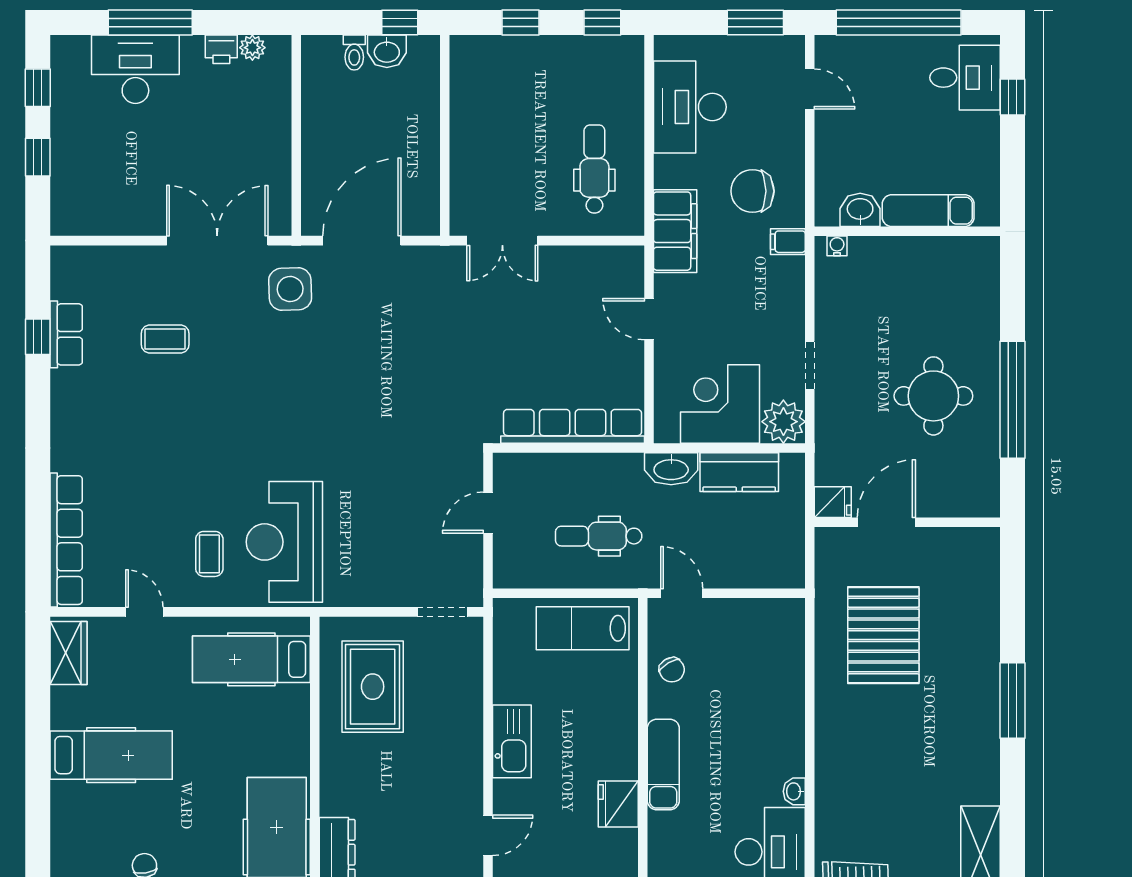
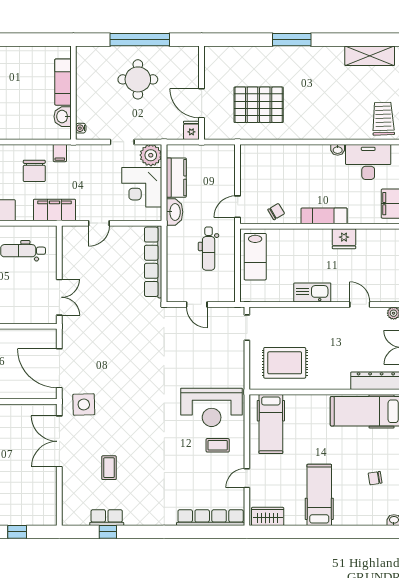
washbasin: (860, 210) -> (63, 117), moved
exam couch: (928, 211) -> (63, 82), moved
wall: (907, 231) -> (73, 93), moved
water cooler: (837, 246) -> (81, 128), moved

